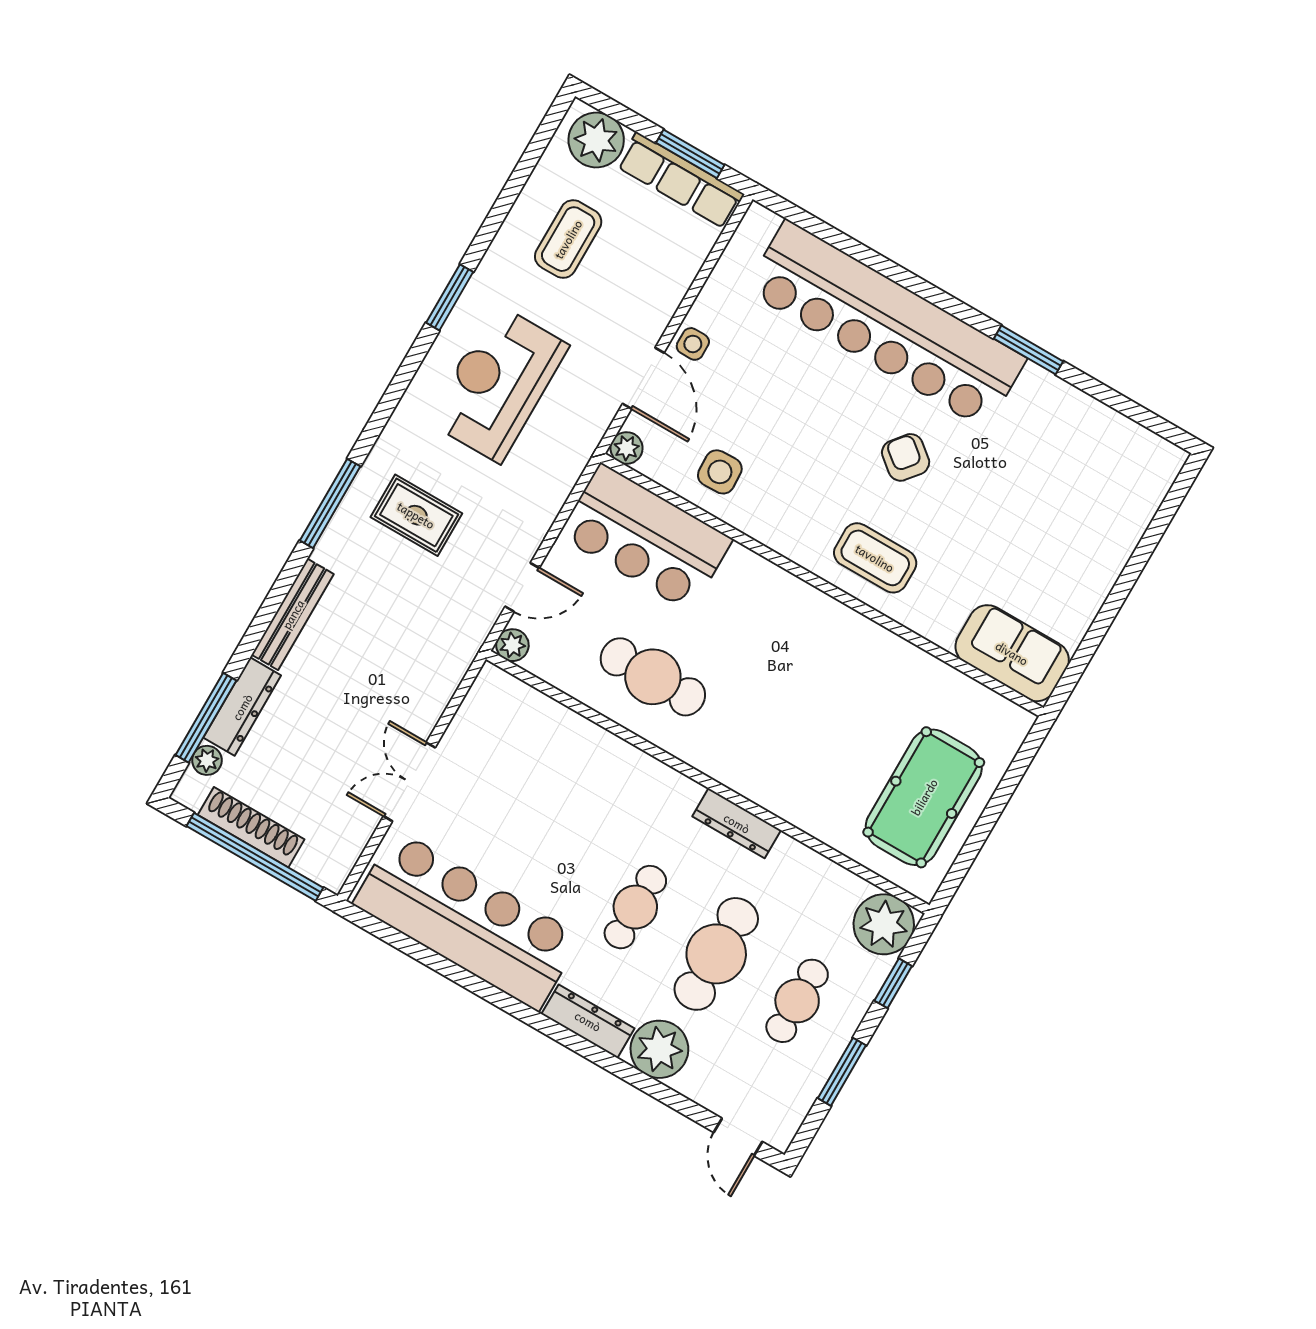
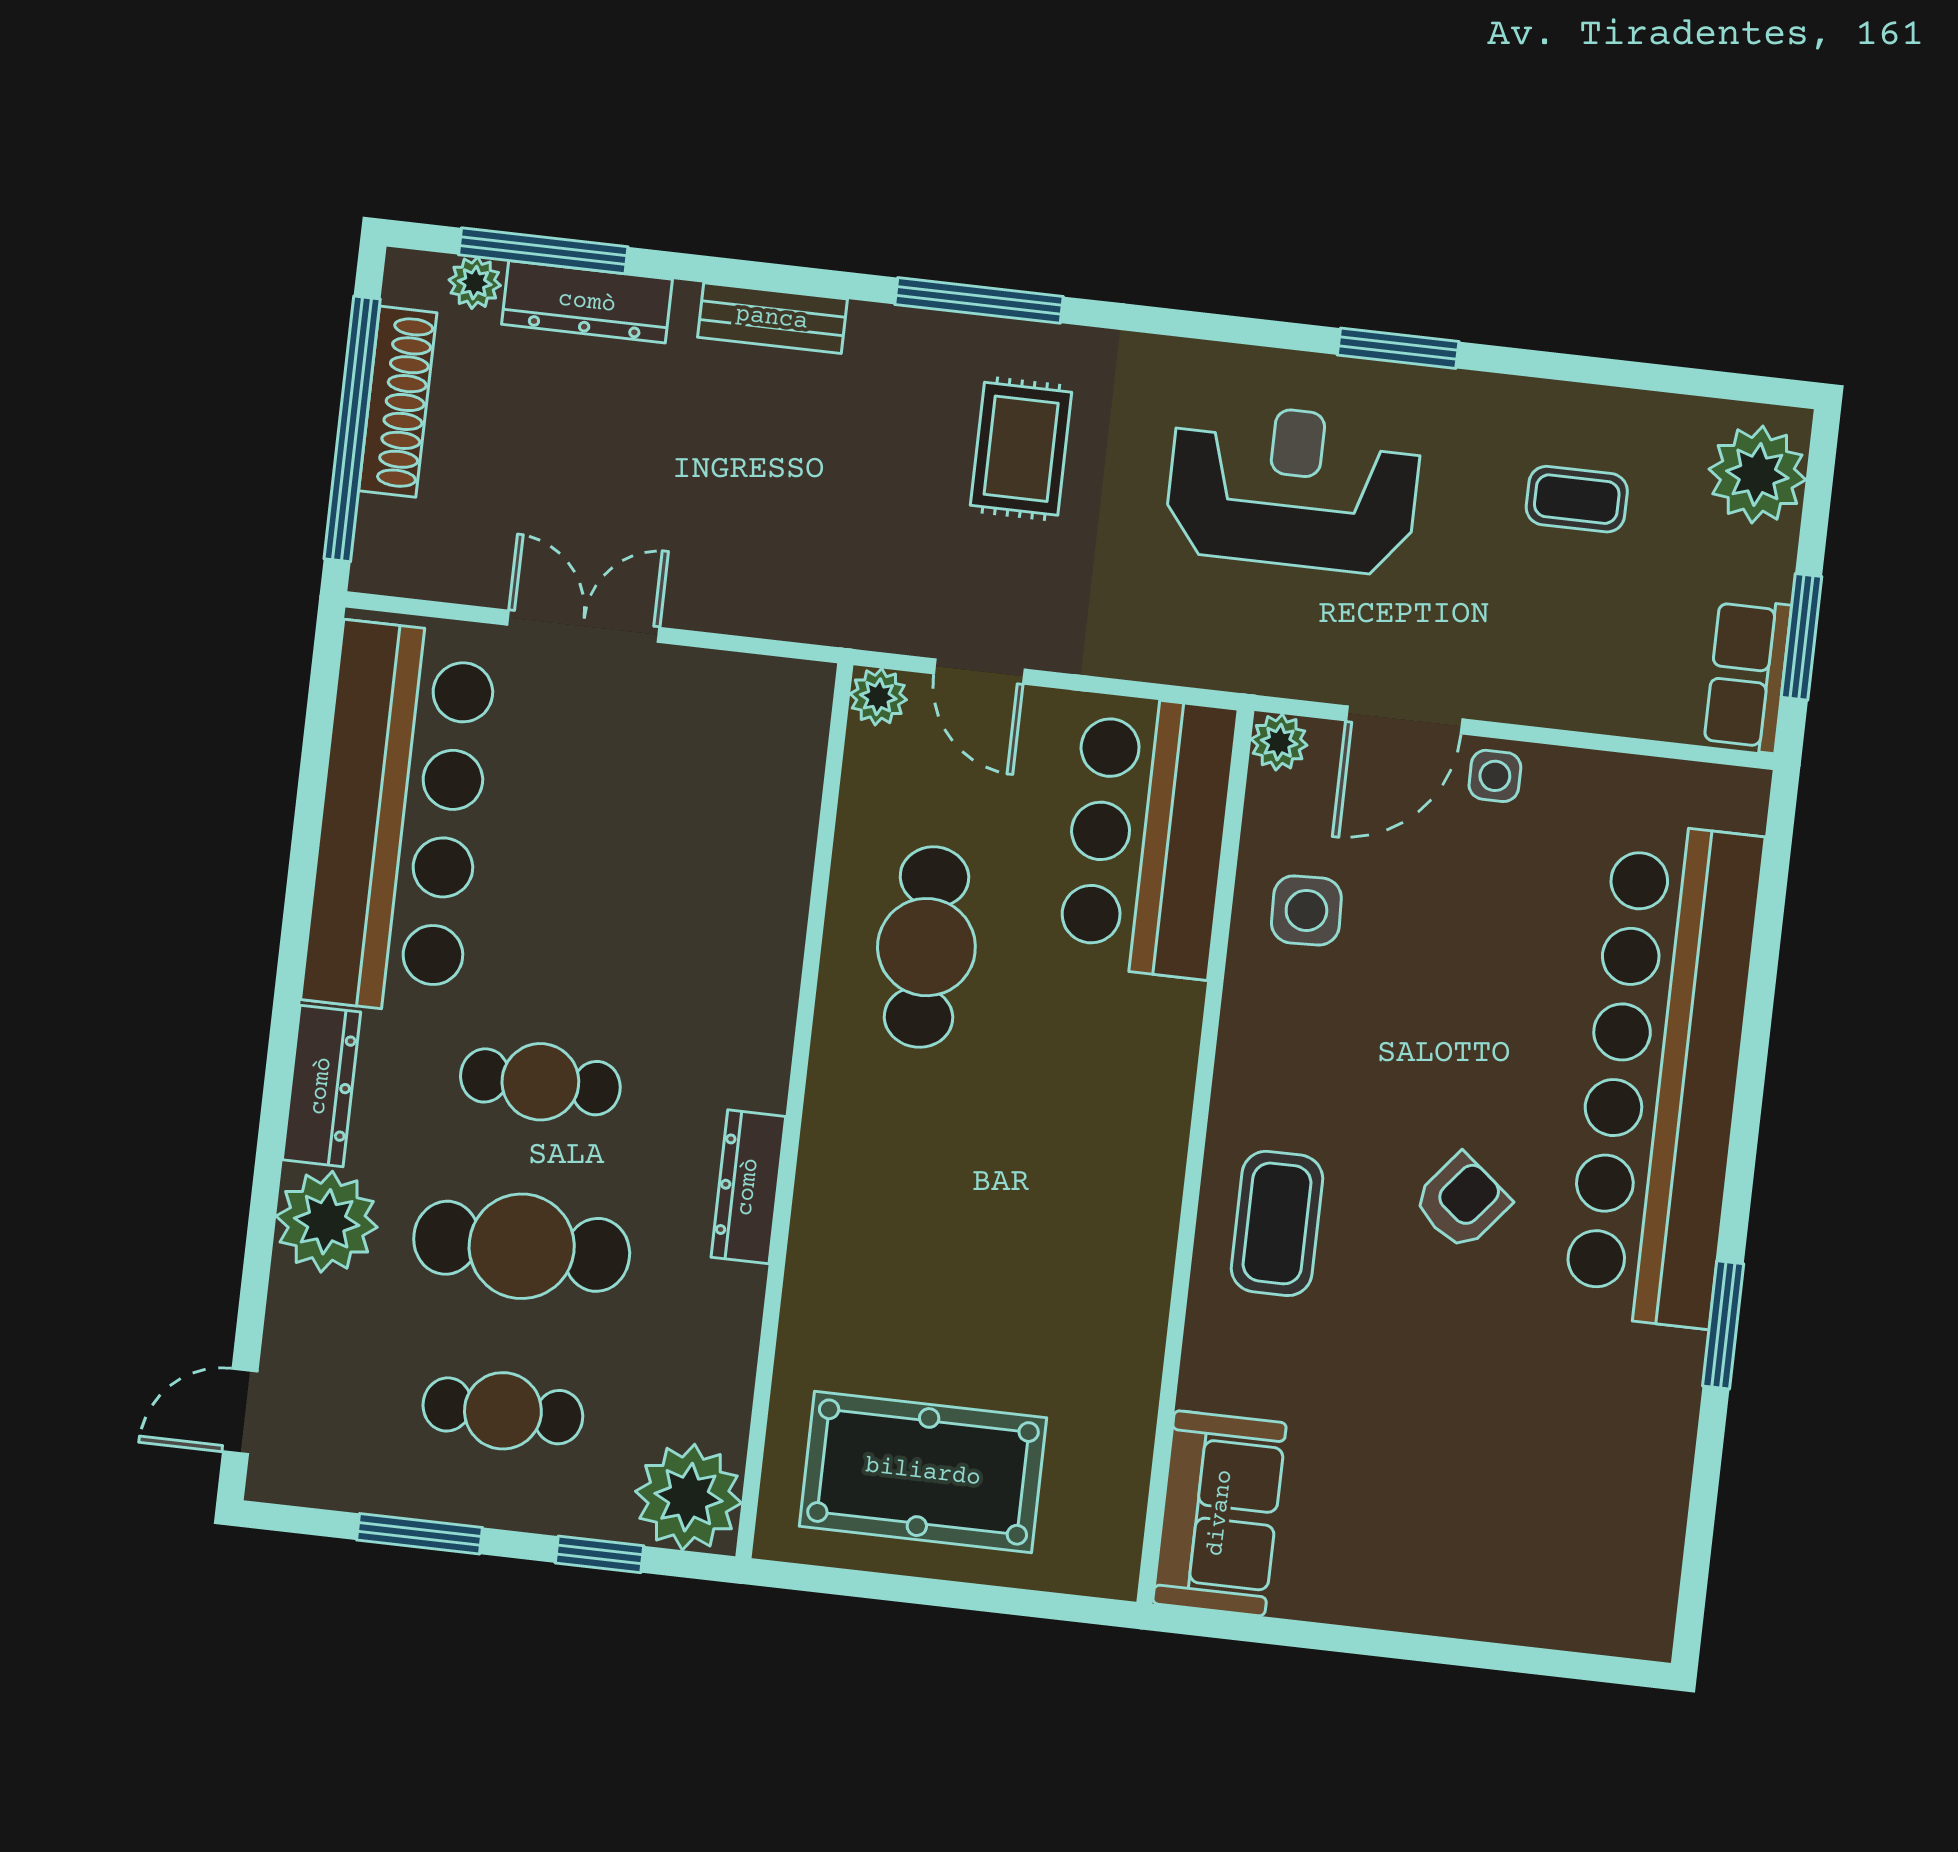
row of seats: (680, 180) -> (1748, 675), width x0.68
coffee table: (568, 239) -> (1577, 499), width x0.73, depth x0.77
bench: (293, 614) -> (772, 318), width x0.73

